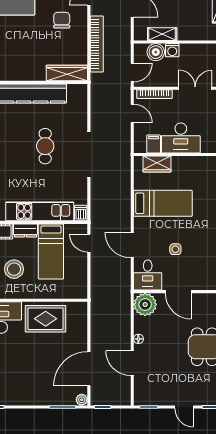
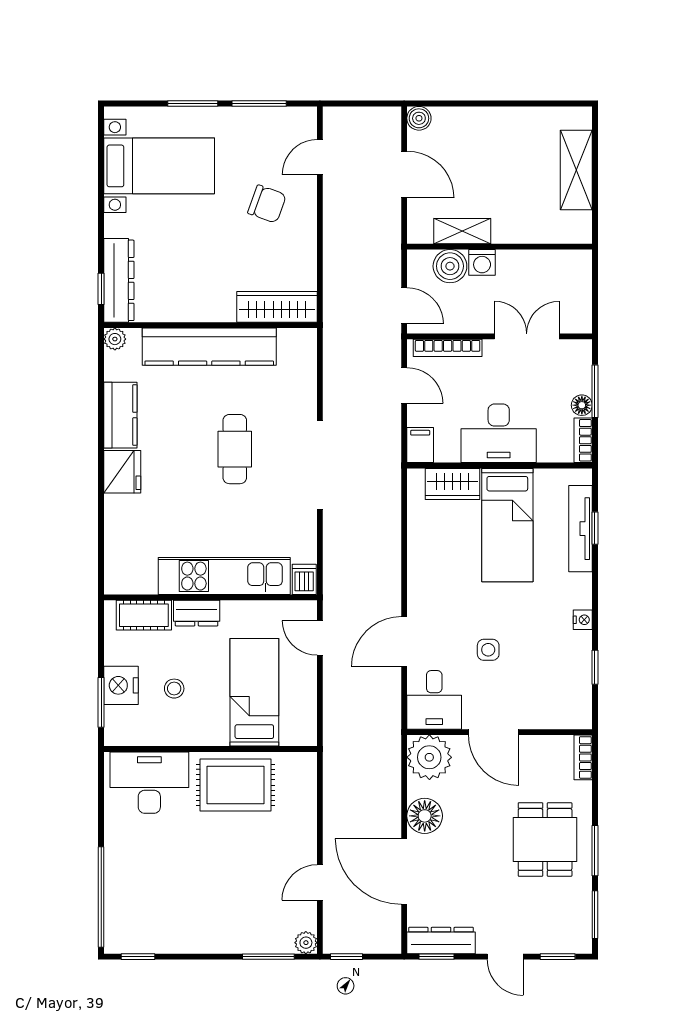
chair: (62, 20) -> (267, 204), turned 110
bookcase: (97, 44) -> (335, 250), removed
door: (132, 72) -> (404, 306), hinge flipped
filing cabinet: (154, 144) -> (420, 445), moved
bed: (163, 203) -> (507, 525), moved, turned 90
door: (132, 245) -> (404, 642), hinge flipped
bed: (51, 251) -> (254, 692), moved, turned 180
stool: (14, 269) -> (174, 689), width x0.53, depth x0.53
floor lamp: (138, 339) -> (425, 816), width x1.89, depth x1.89
door: (132, 363) -> (404, 871), width x1.36
door: (89, 369) -> (320, 882), width x0.53
dresser: (151, 399) -> (441, 941), added

